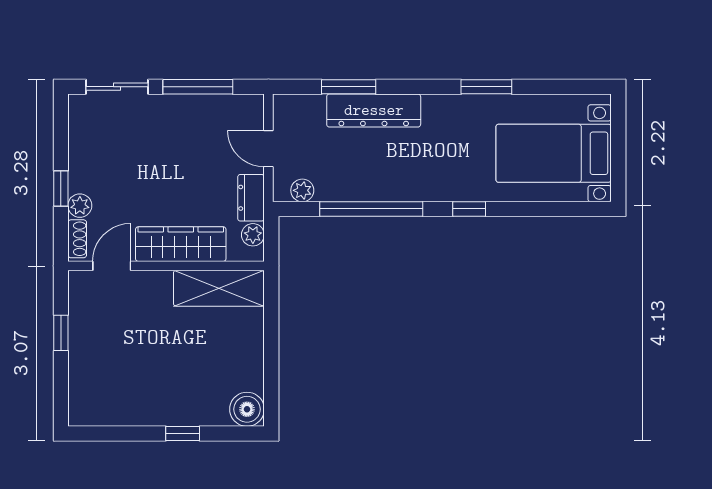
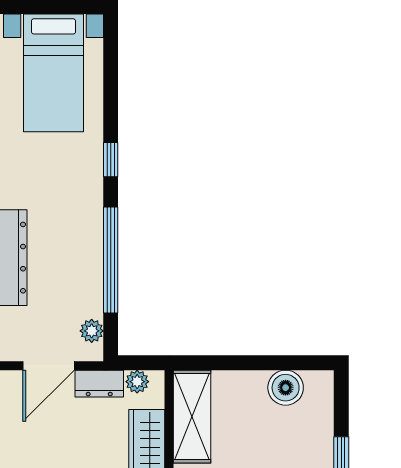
door: (268, 149) -> (49, 366), width x1.38
boiler: (247, 409) -> (286, 388), moved

